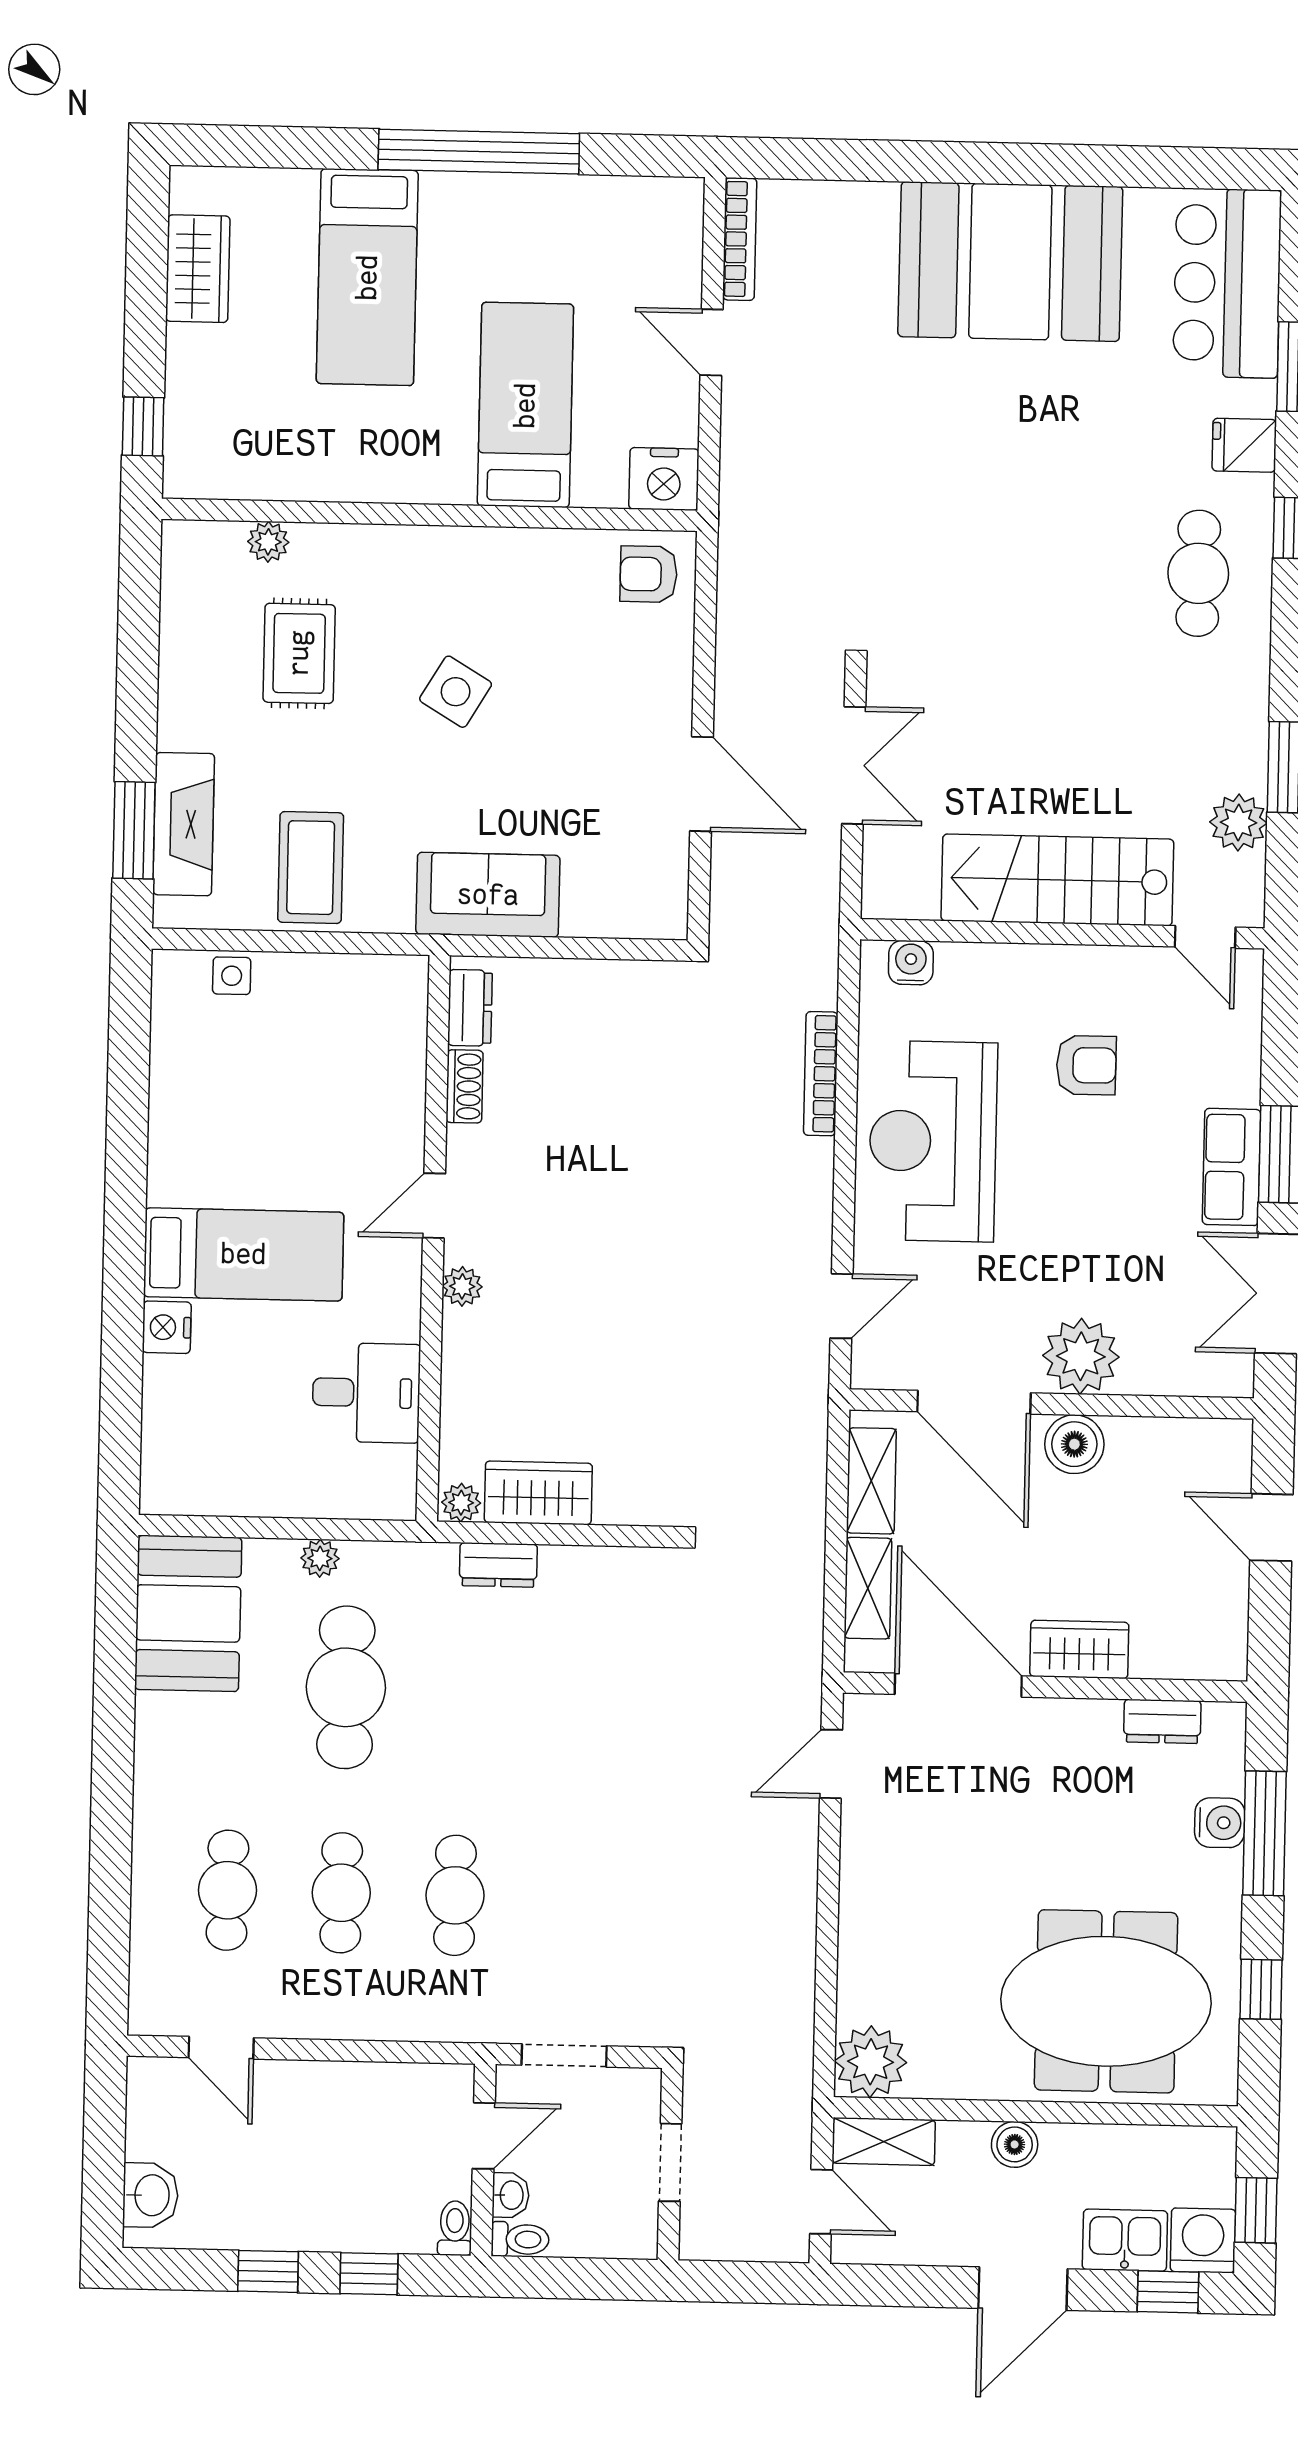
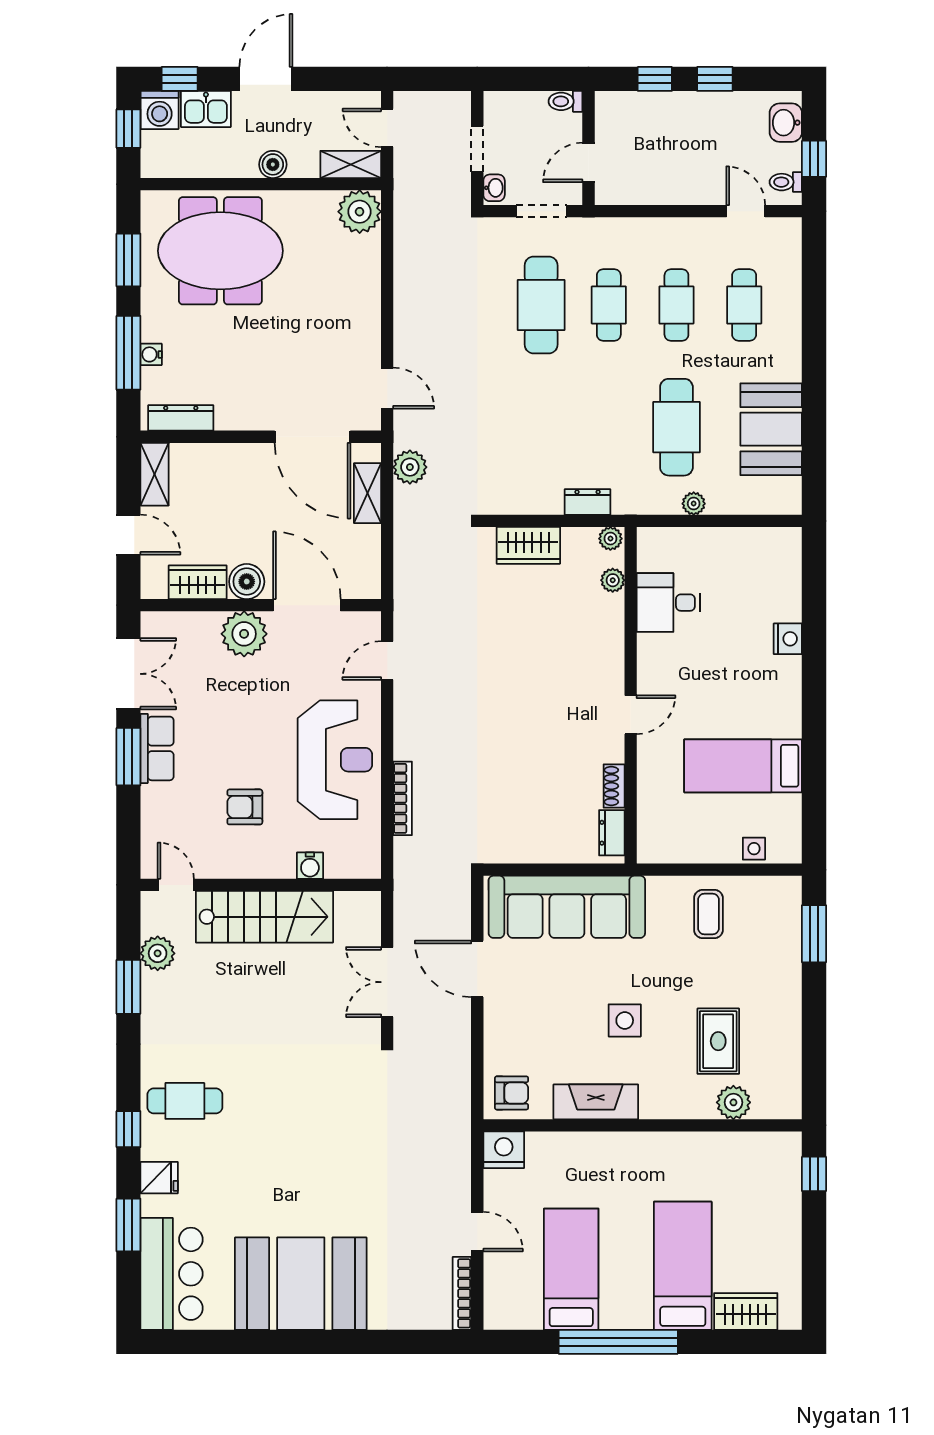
wardrobe: (198, 269) -> (746, 1311), moved, turned 90
bed: (525, 405) -> (571, 1269), moved, turned 180
plant: (268, 542) -> (733, 1102), width x1.38, depth x1.38
cafe table: (1198, 573) -> (185, 1101), turned 90
side table: (456, 692) -> (625, 1020), turned -31
fireplace: (184, 824) -> (596, 1102), moved, turned 90
coffee table: (311, 868) -> (708, 914), width x0.73, depth x0.77
sofa: (488, 895) -> (567, 907), width x1.85, depth x1.27
water cooler: (911, 963) -> (310, 866), moved
bed: (244, 1254) -> (743, 766), moved
plant: (462, 1286) -> (613, 580), moved
shelving: (871, 1481) -> (155, 474), moved
wardrobe: (538, 1493) -> (528, 545), moved
booth: (188, 1613) -> (771, 429), moved
plant: (796, 1630) -> (410, 467), added
wardrobe: (1079, 1649) -> (198, 582), moved, turned 180
dresser: (1162, 1721) -> (181, 418), width x1.44
door: (831, 1764) -> (387, 388), hinge flipped
water cooler: (1220, 1823) -> (151, 354), width x0.72, depth x0.72
cafe table: (569, 1898) -> (541, 305), added
window: (1261, 1989) -> (128, 260), width x1.50
window: (104, 2133) -> (814, 159), added
washbasin: (511, 2195) -> (494, 188), moved, turned 180
toilet: (455, 2228) -> (786, 182), moved, turned 90

